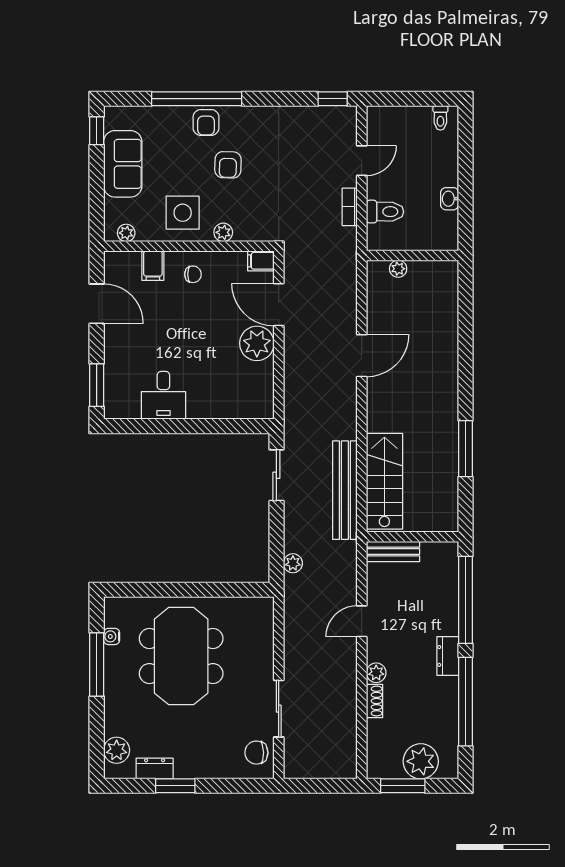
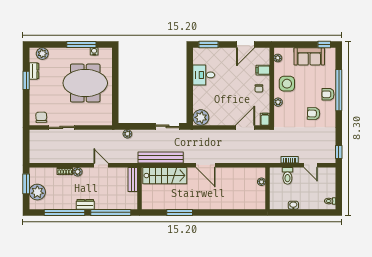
armchair: (228, 165) -> (314, 114), moved
plant: (257, 343) -> (201, 117), moved
door: (362, 356) -> (206, 165), moved

